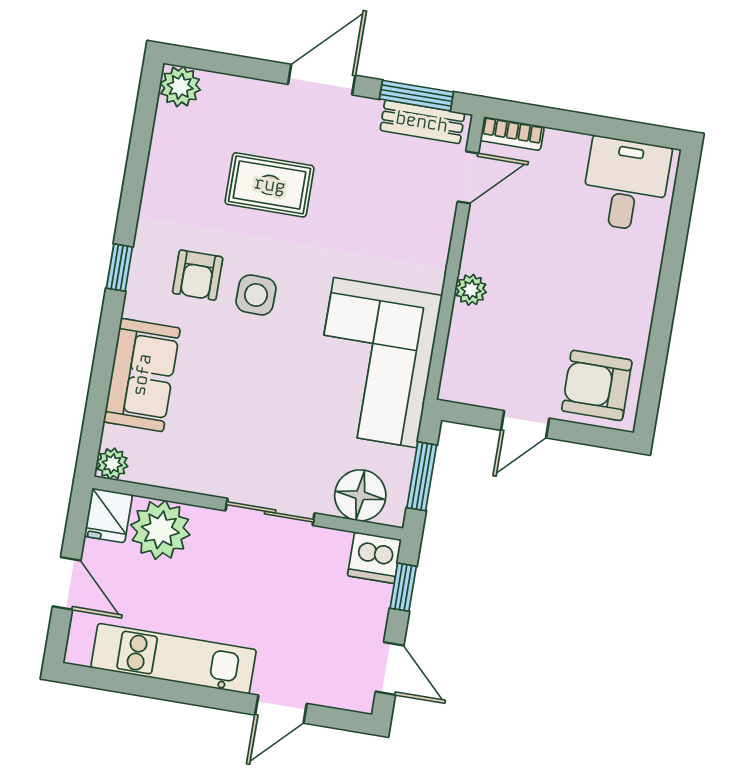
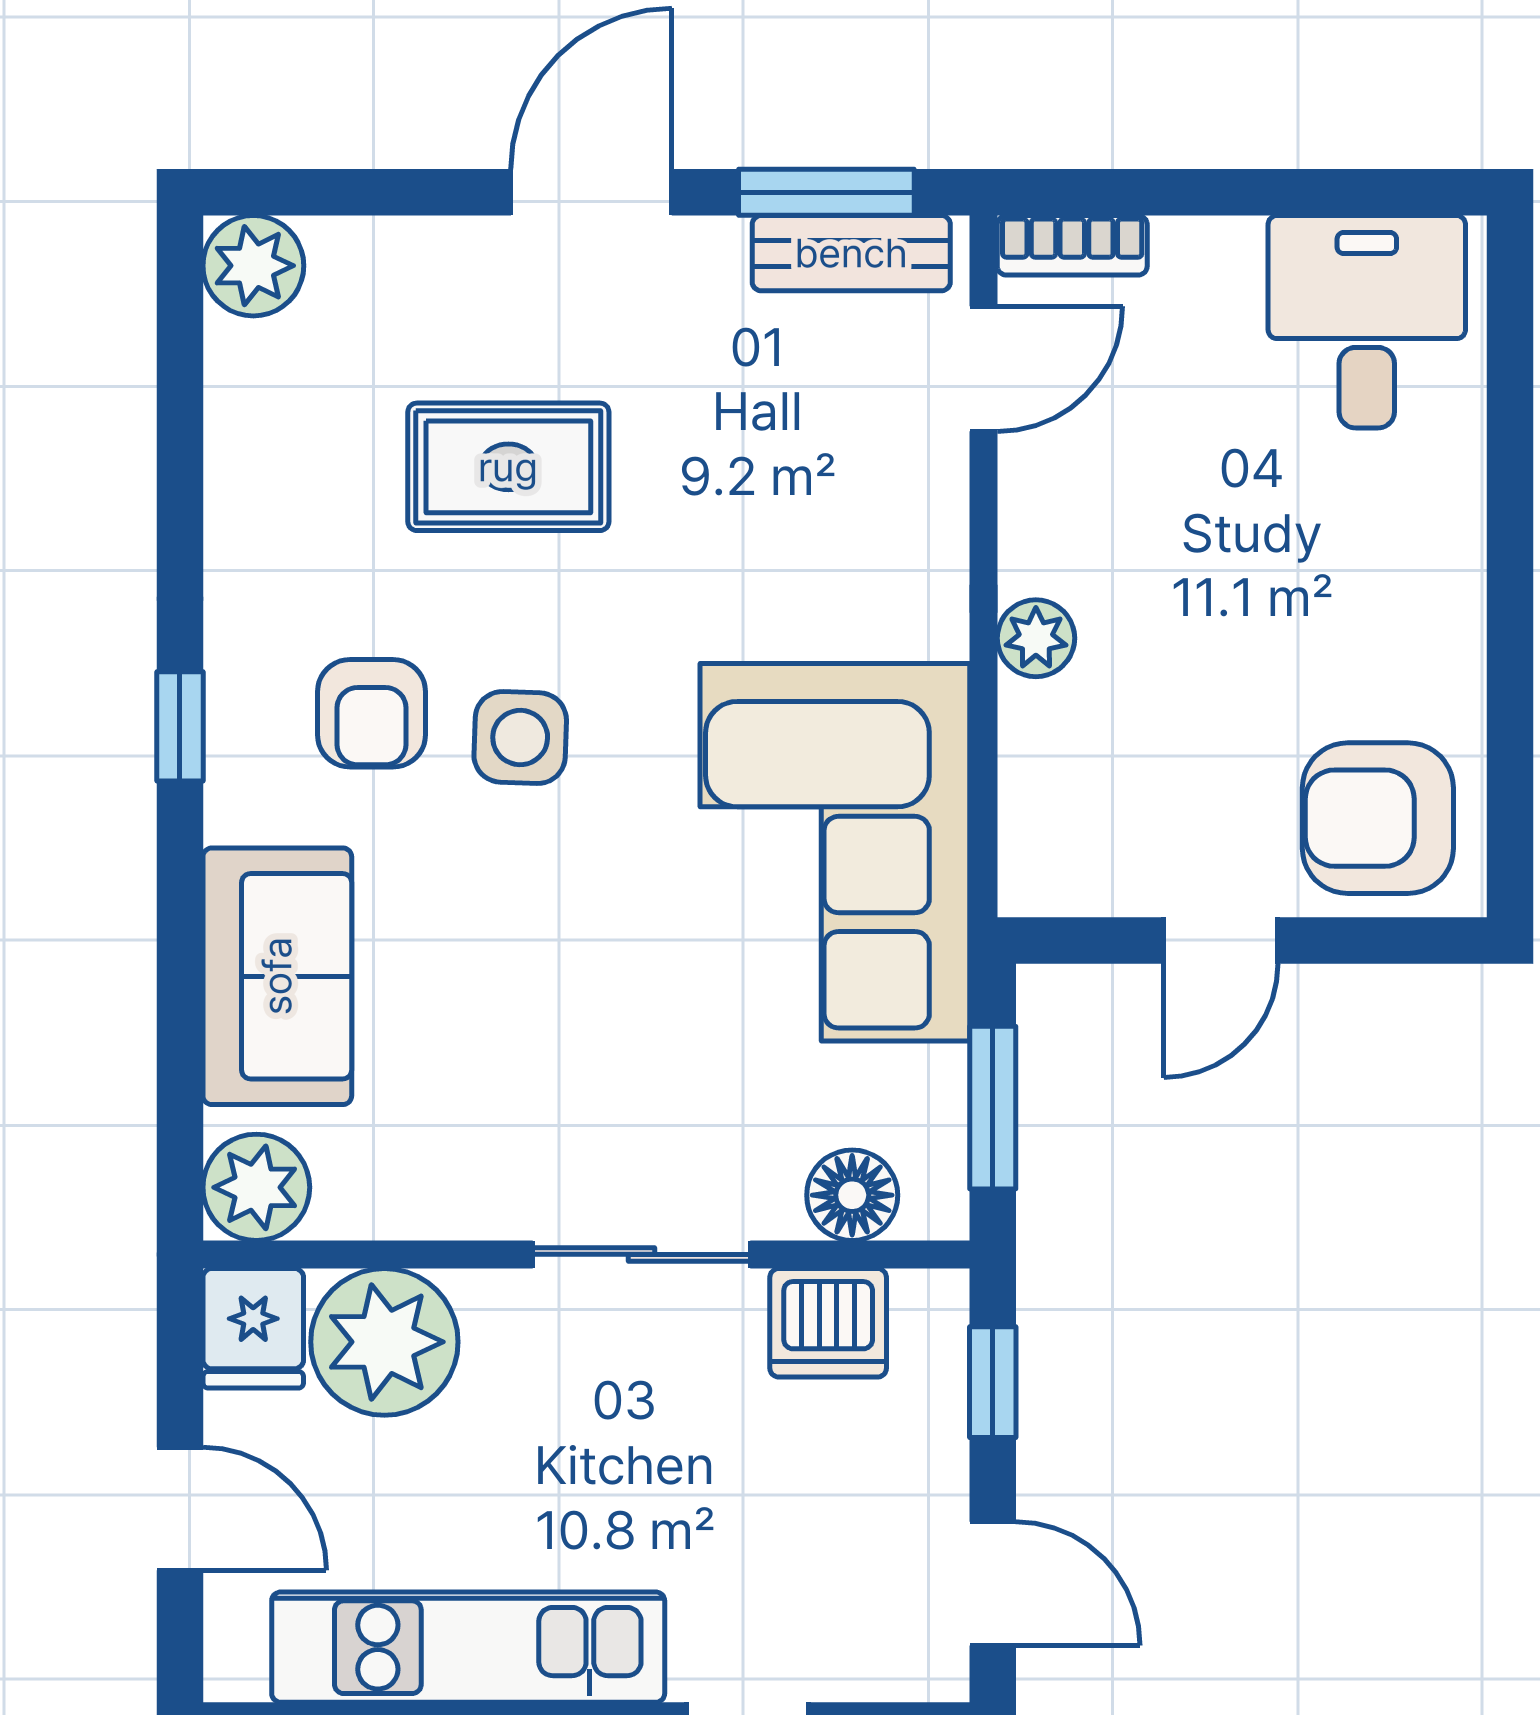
plant: (112, 464) -> (256, 1187), width x1.38, depth x1.38
floor lamp: (360, 495) -> (852, 1195), width x0.73, depth x0.73
dishwasher: (374, 558) -> (828, 1323), moved

